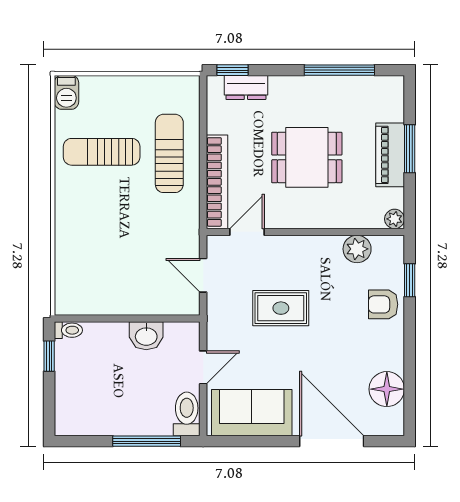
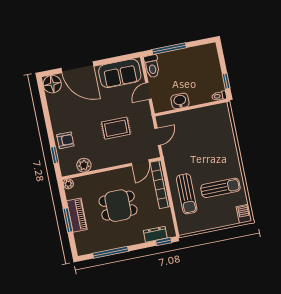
door: (203, 275) -> (158, 137), hinge flipped
floor lamp: (387, 389) -> (52, 84), moved

